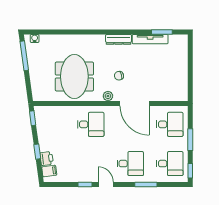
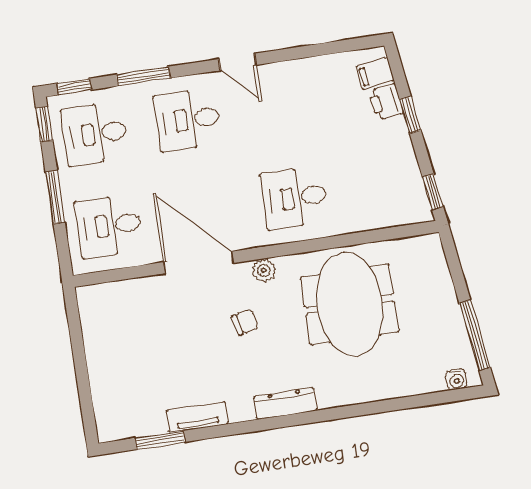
dresser: (119, 39) -> (285, 403), moved
tv unit: (150, 39) -> (197, 417), width x0.71
window: (85, 184) -> (74, 87), moved

